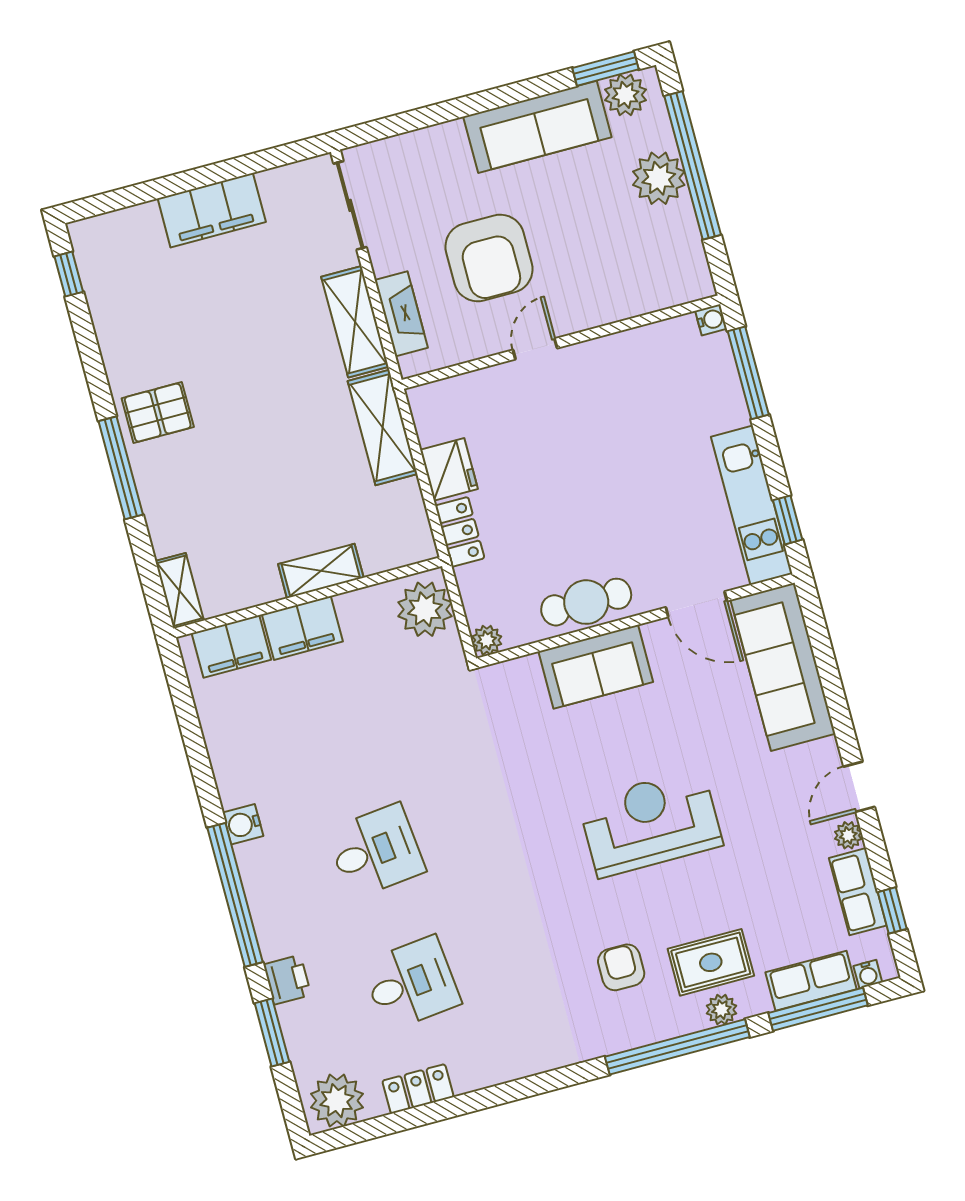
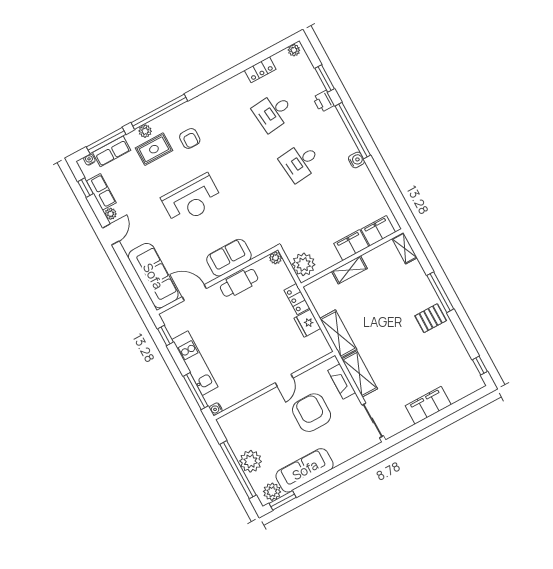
kitchen unit: (752, 505) -> (195, 363), moved
plant: (337, 1101) -> (294, 50), width x0.53, depth x0.53

